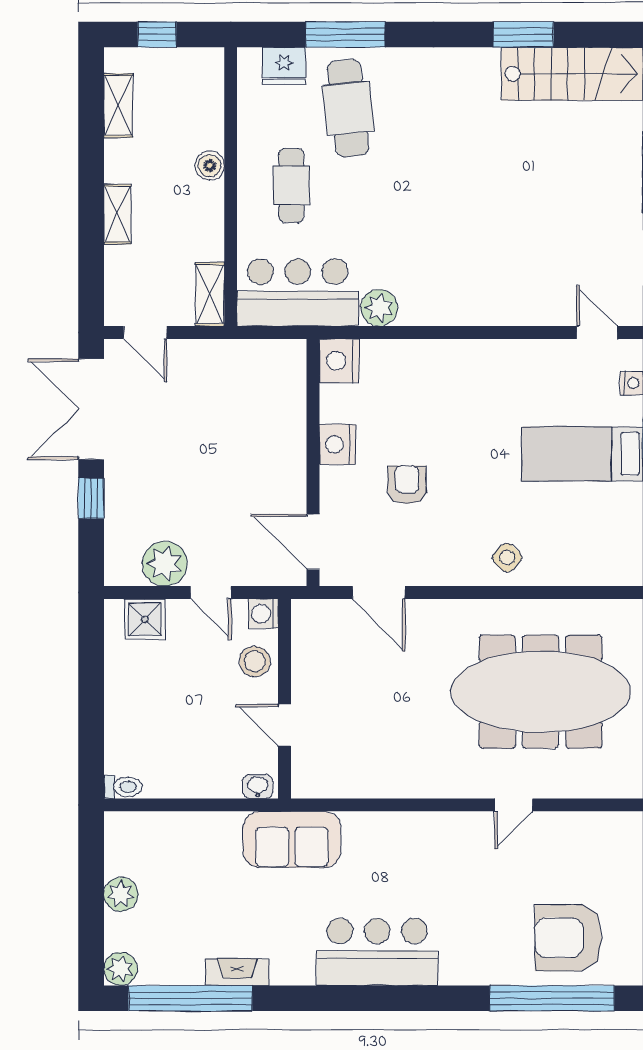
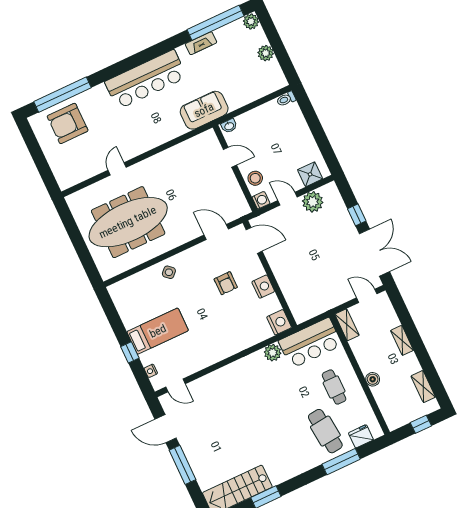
armchair: (568, 938) -> (68, 123), turned 180
bar counter: (377, 952) -> (146, 80), width x1.36

